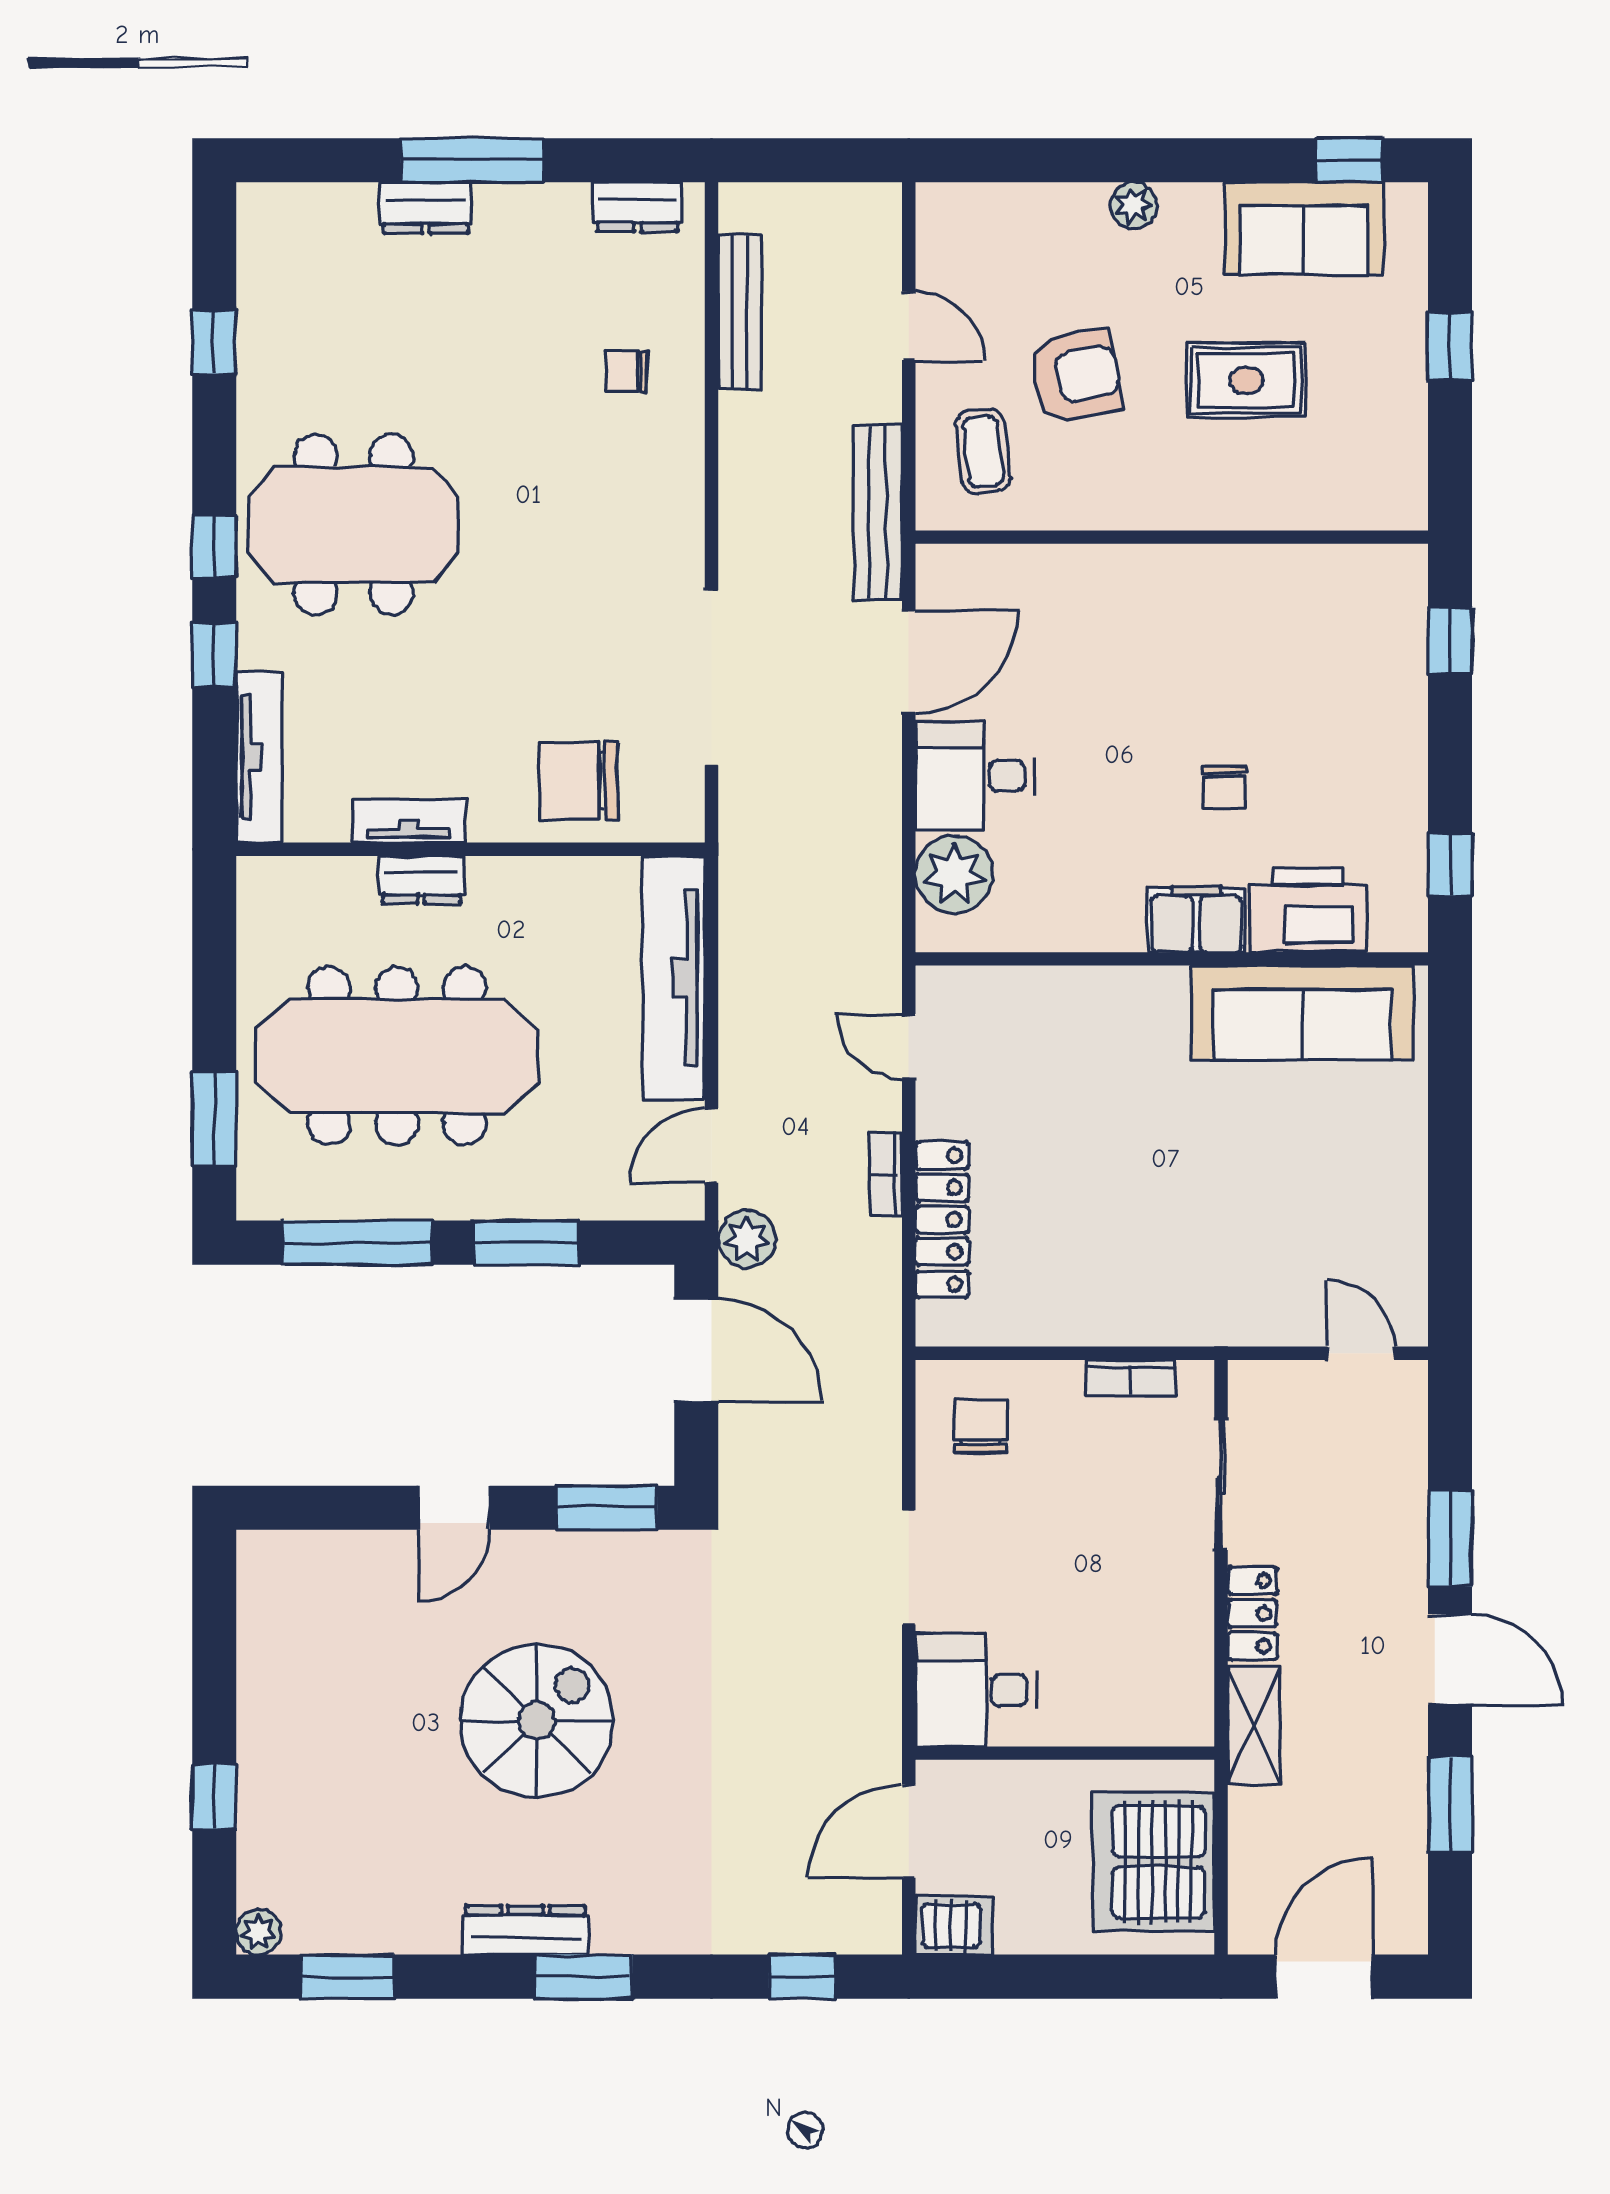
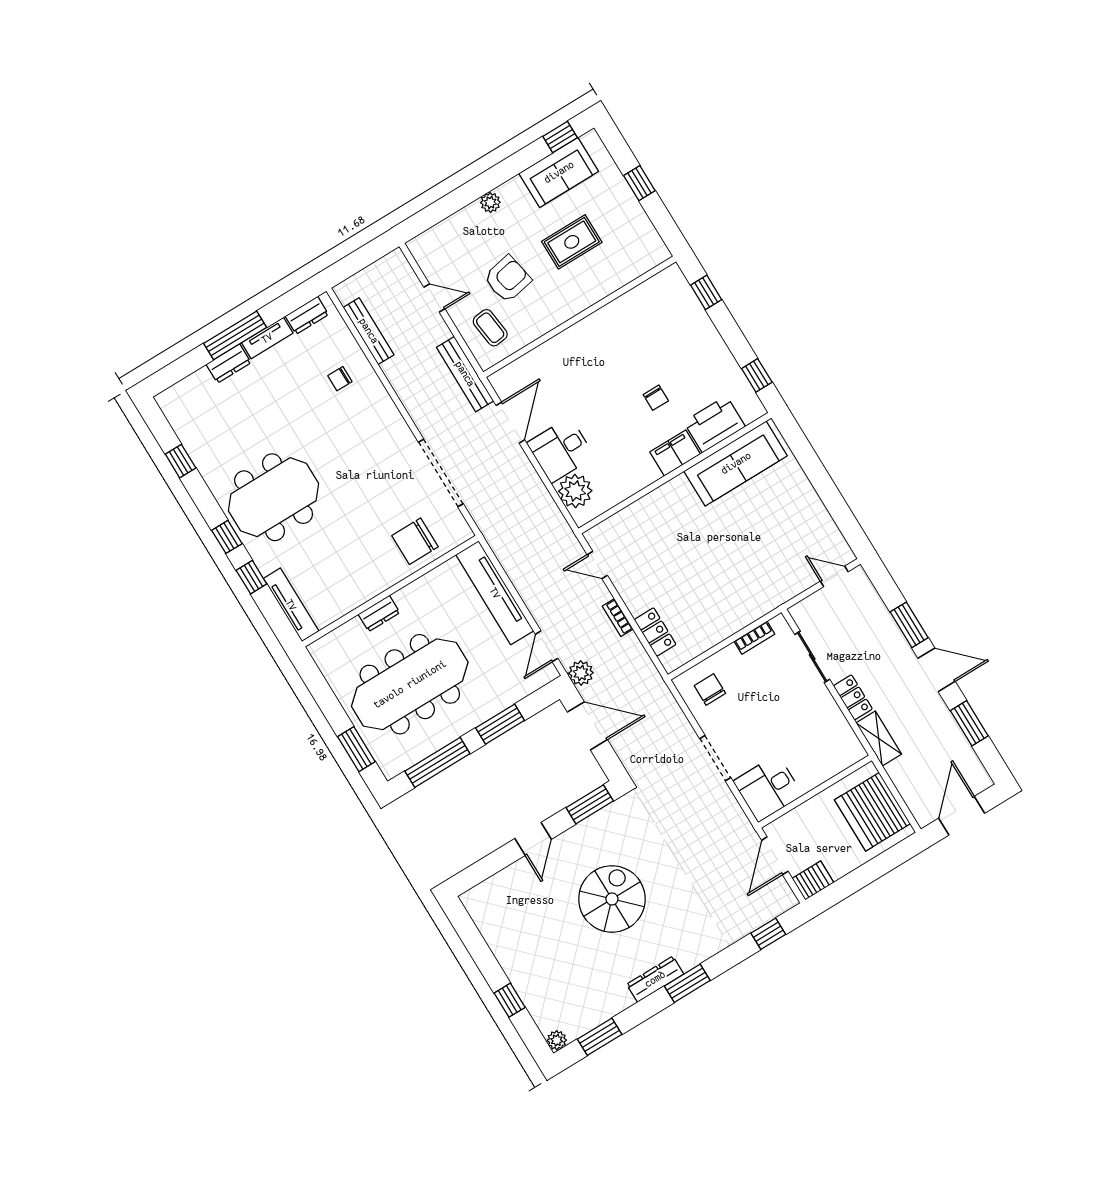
tv unit: (409, 821) -> (267, 338), moved, turned 180
locker: (942, 1220) -> (655, 632), width x0.66

